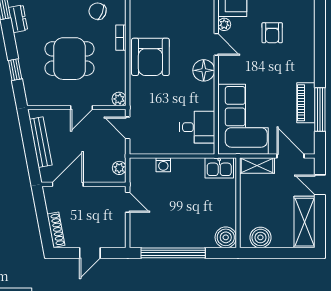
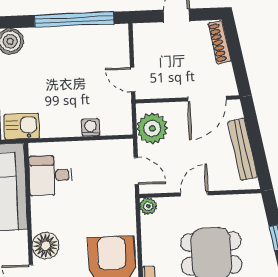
plant: (119, 168) -> (152, 128), width x1.87, depth x1.87

